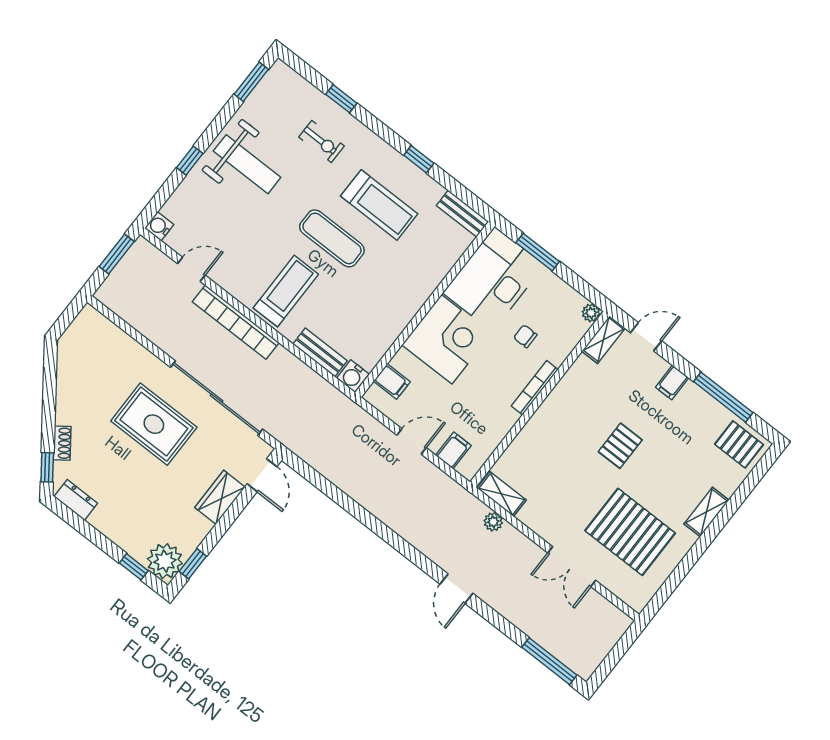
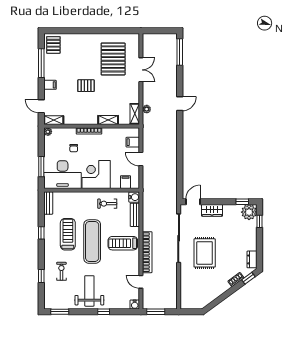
exercise mat: (332, 238) -> (92, 242), width x1.36, depth x1.45
exercise bike: (379, 319) -> (107, 204), added
shelving: (706, 512) -> (108, 120), moved

